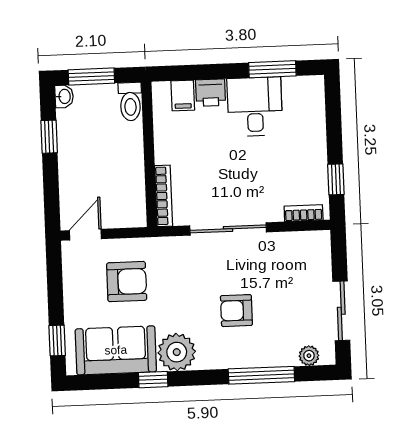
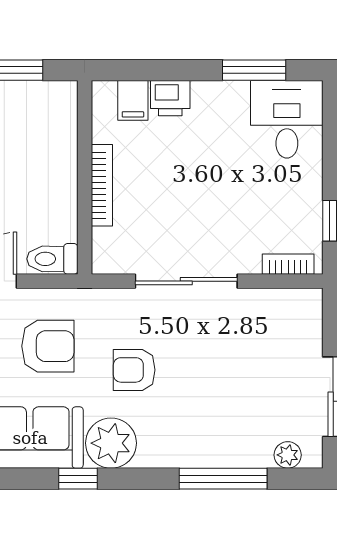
toilet: (130, 102) -> (52, 259), moved, turned 90
desk: (255, 107) -> (287, 119), moved
bookcase: (164, 196) -> (102, 185), moved
armchair: (236, 311) -> (134, 370), moved

